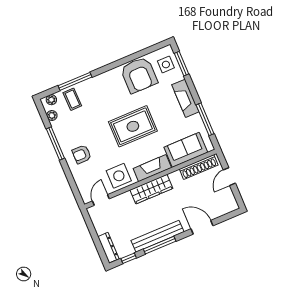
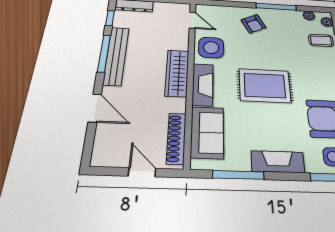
rug: (133, 126) -> (265, 86), turned 90
armchair: (82, 154) -> (254, 24), turned 153
door: (202, 227) -> (95, 108), hinge flipped

